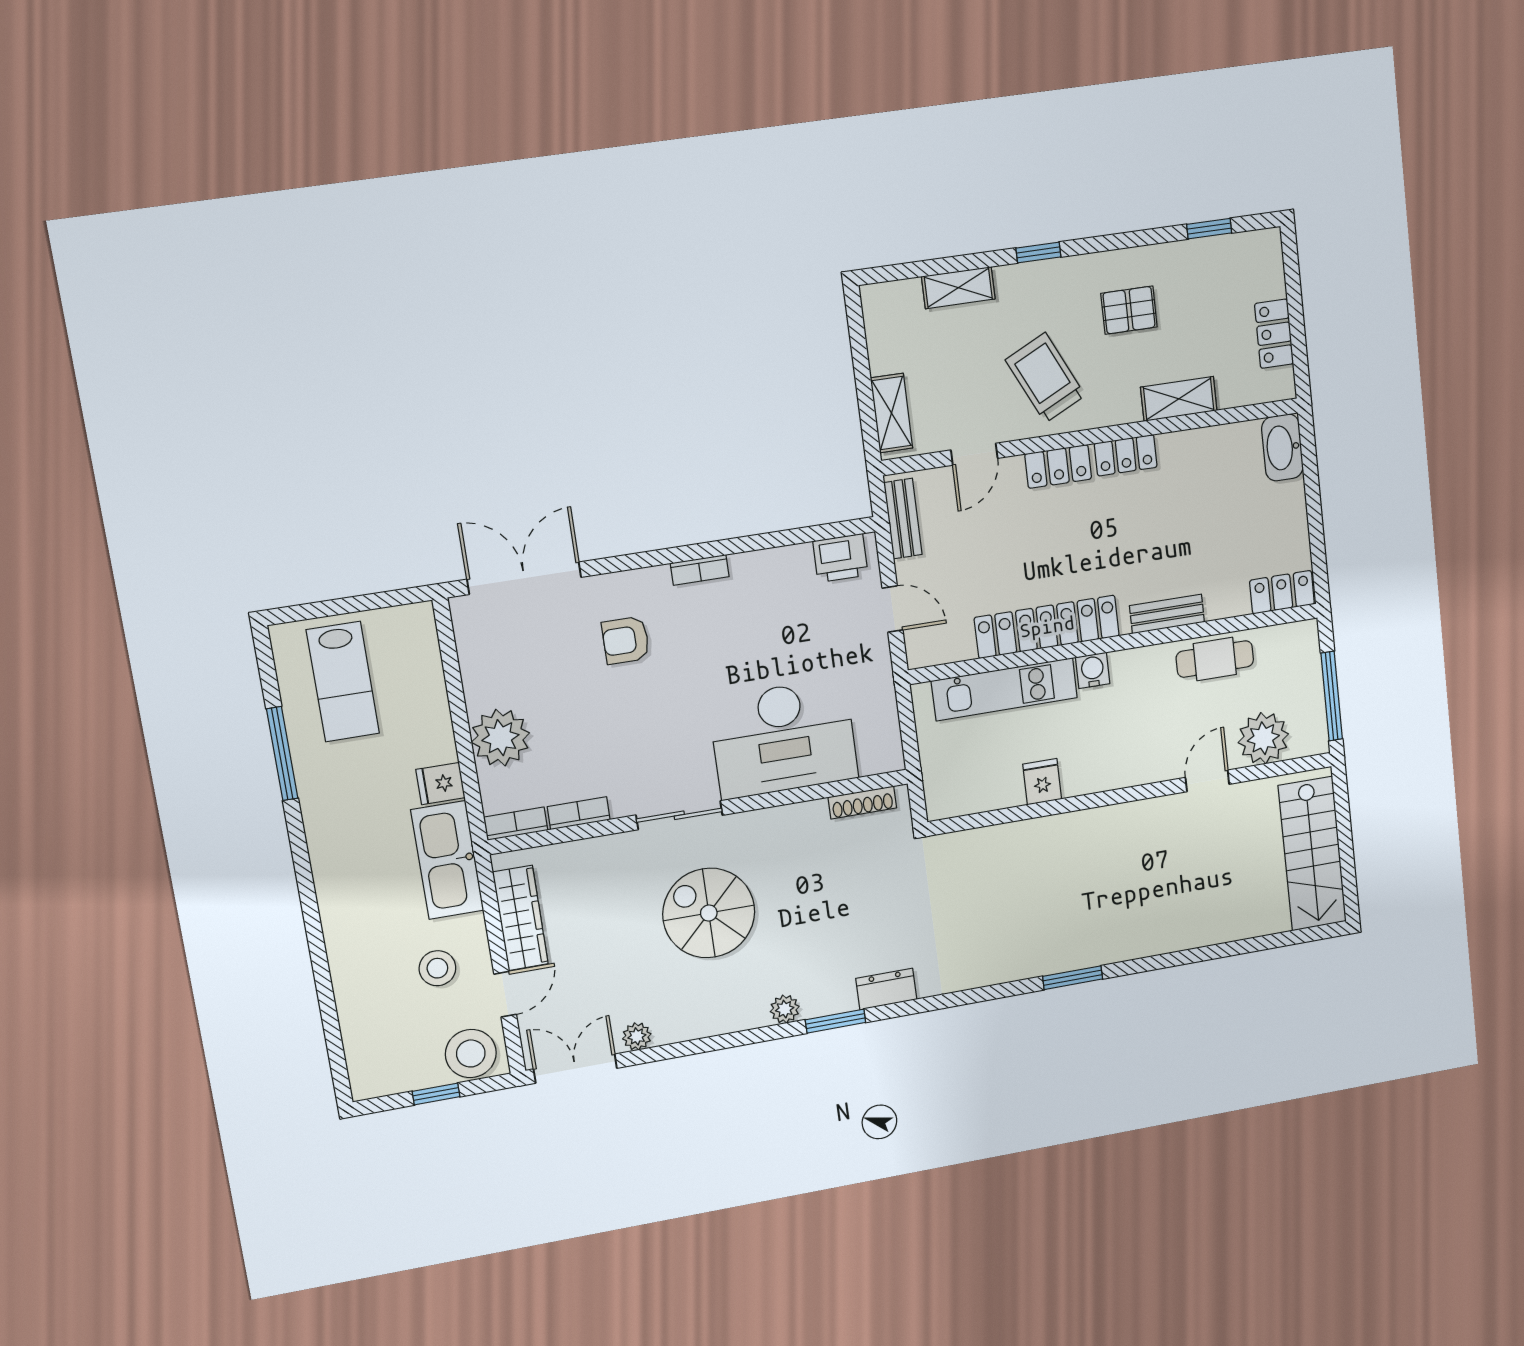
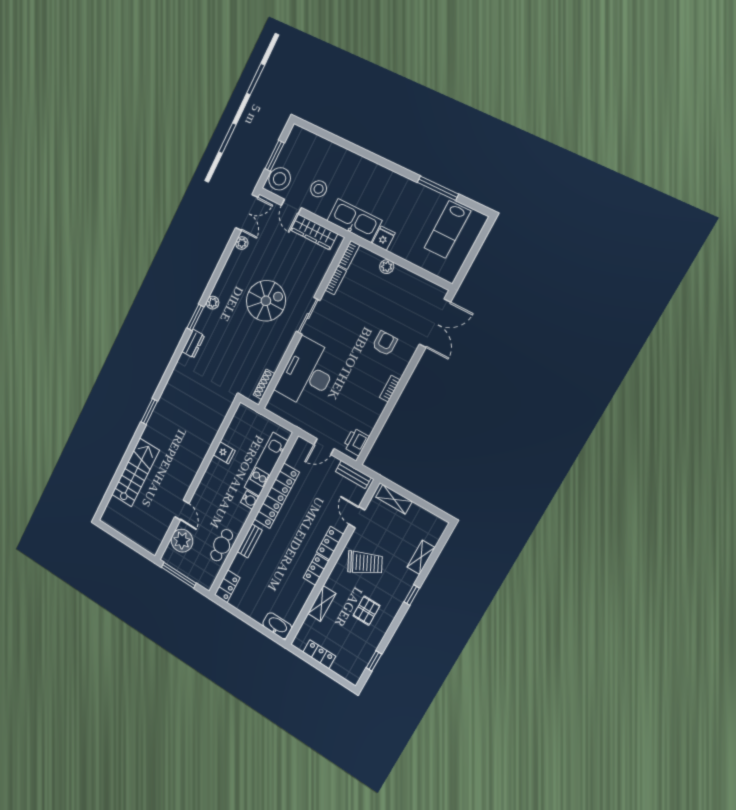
lab bench: (343, 682) -> (447, 230), turned -90
plant: (500, 738) -> (387, 267), width x0.53, depth x0.53
stairs: (1312, 854) -> (135, 472), moved, turned 90
window: (436, 1094) -> (275, 156), width x1.50

